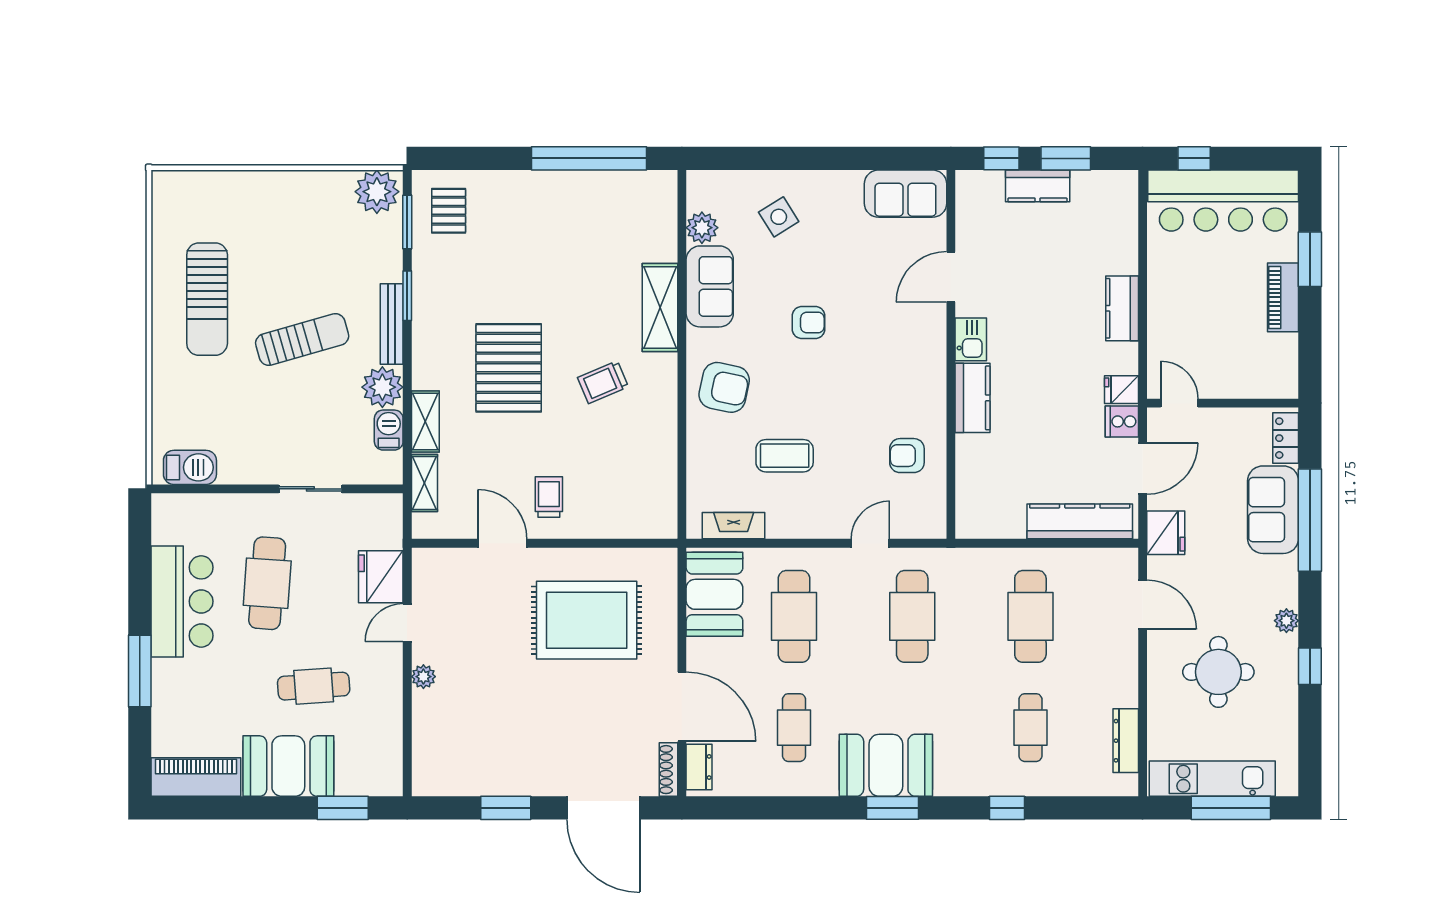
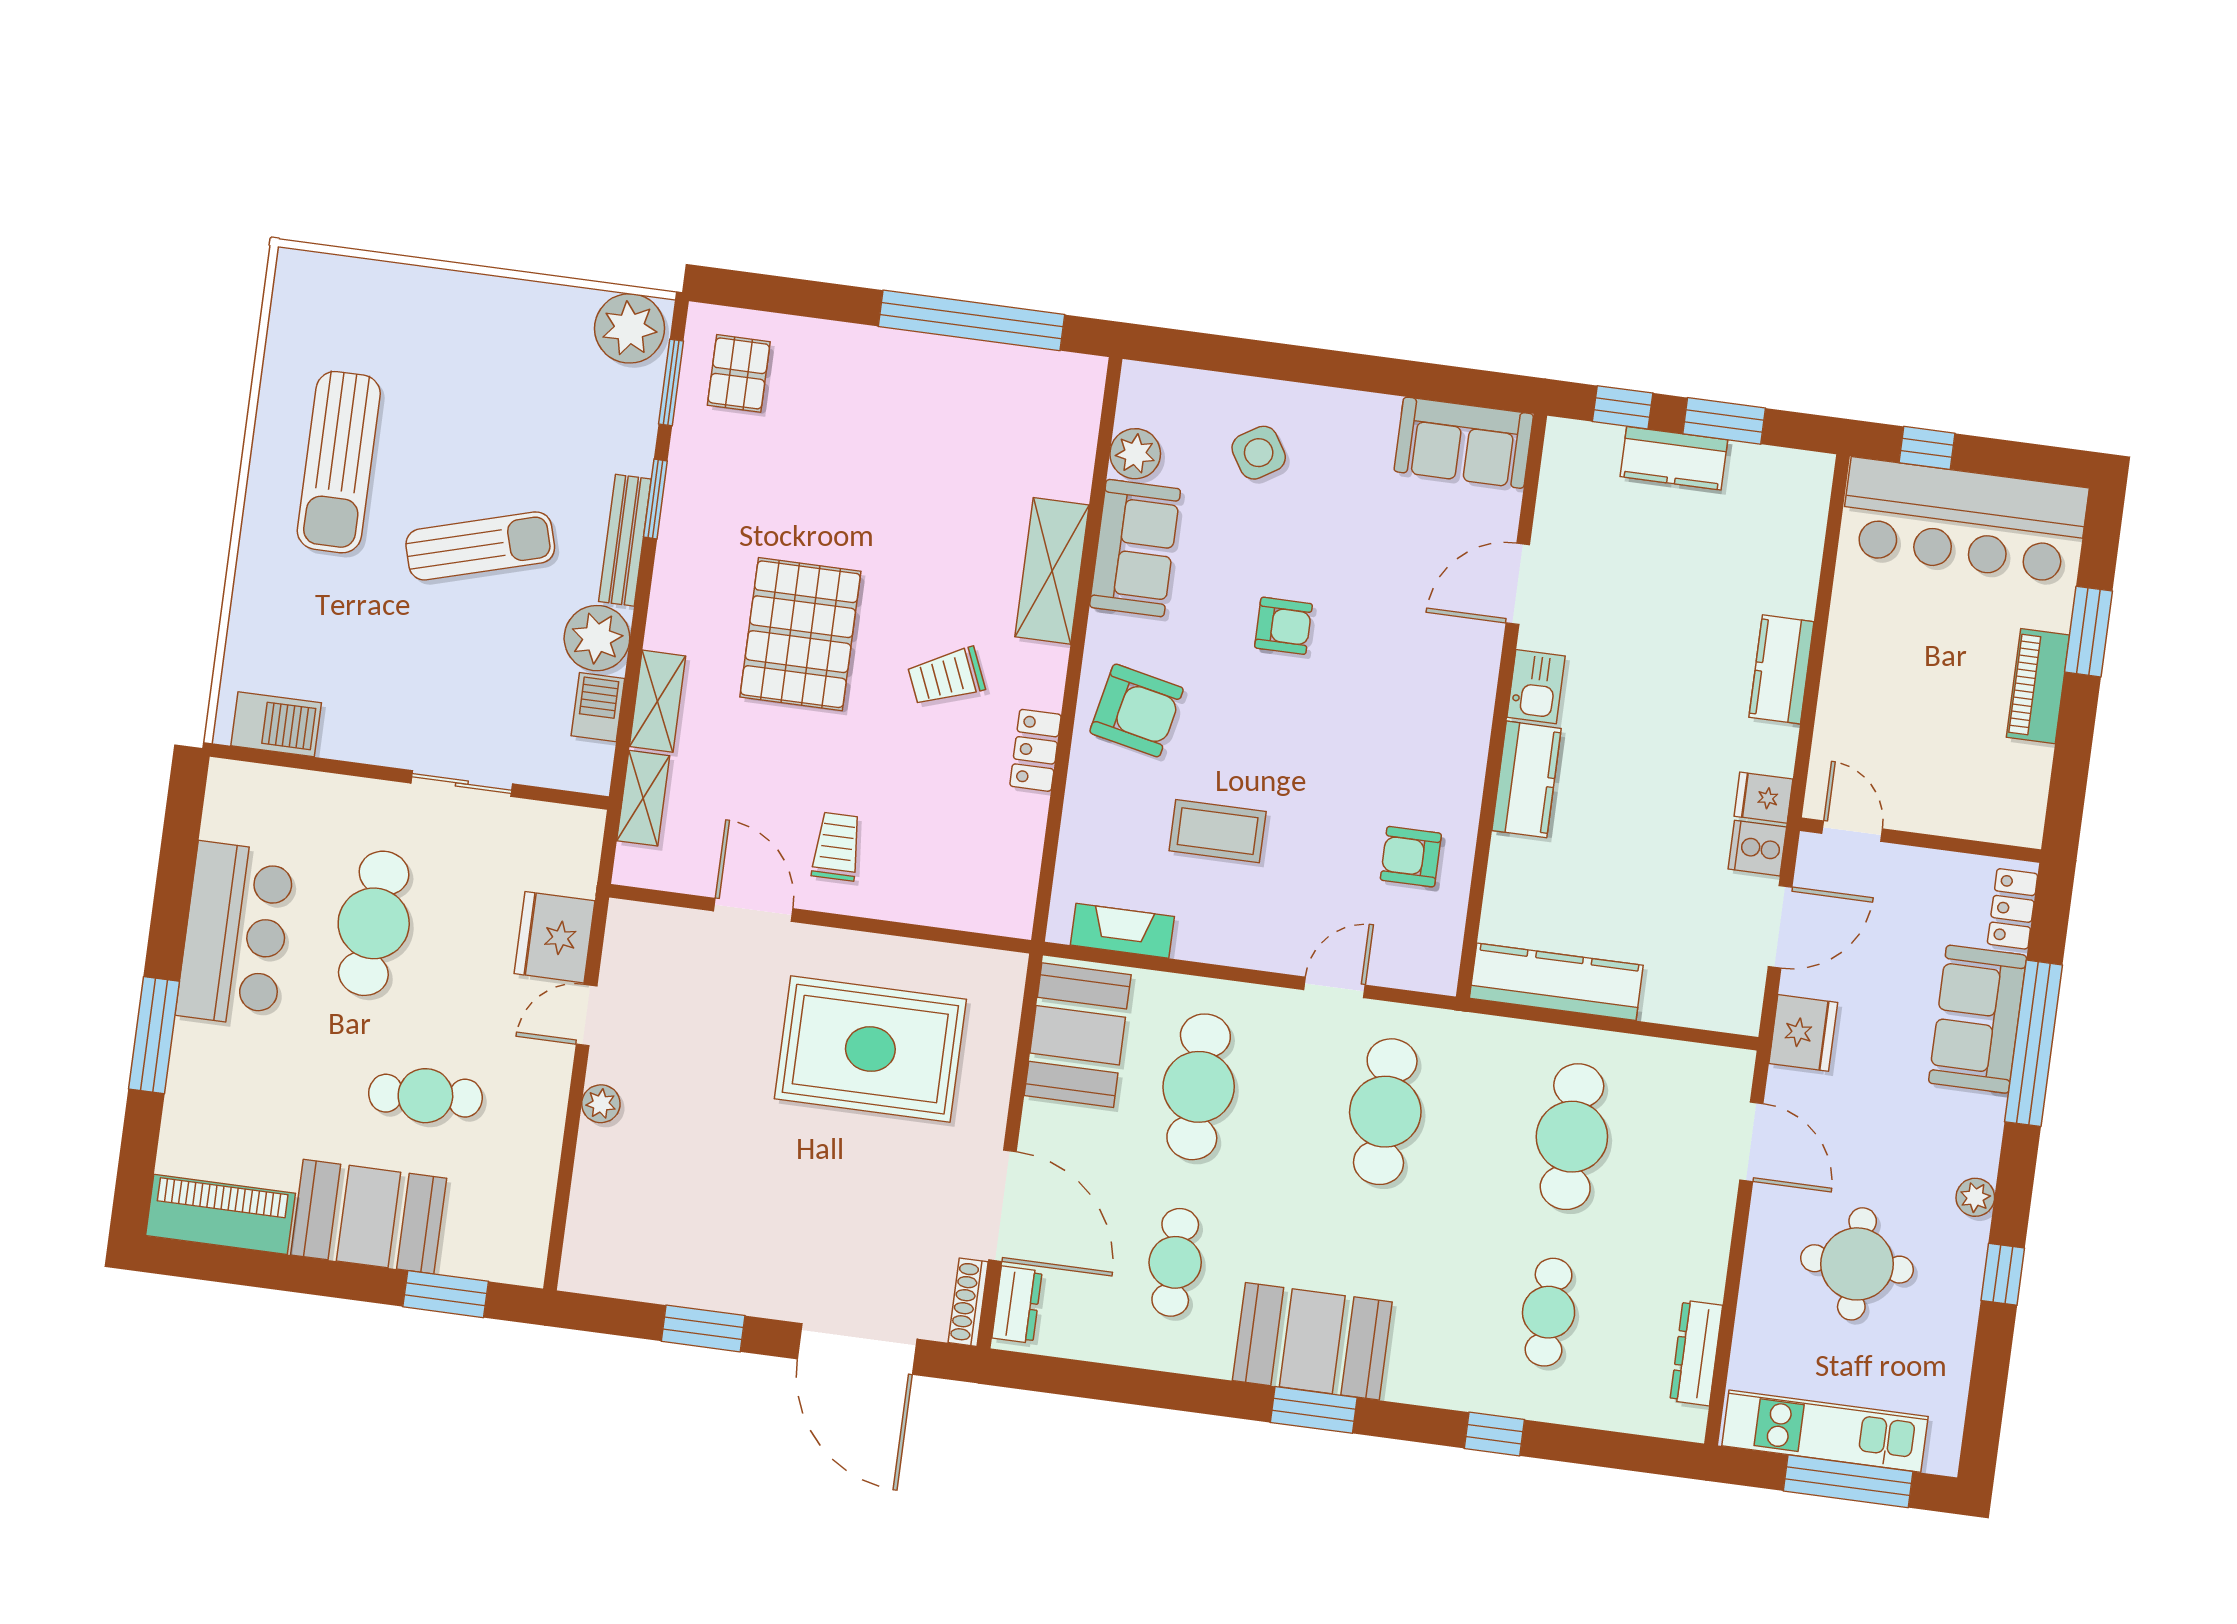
locker: (665, 421) -> (1035, 750), added
kitchen counter: (1080, 521) -> (1556, 982), moved

